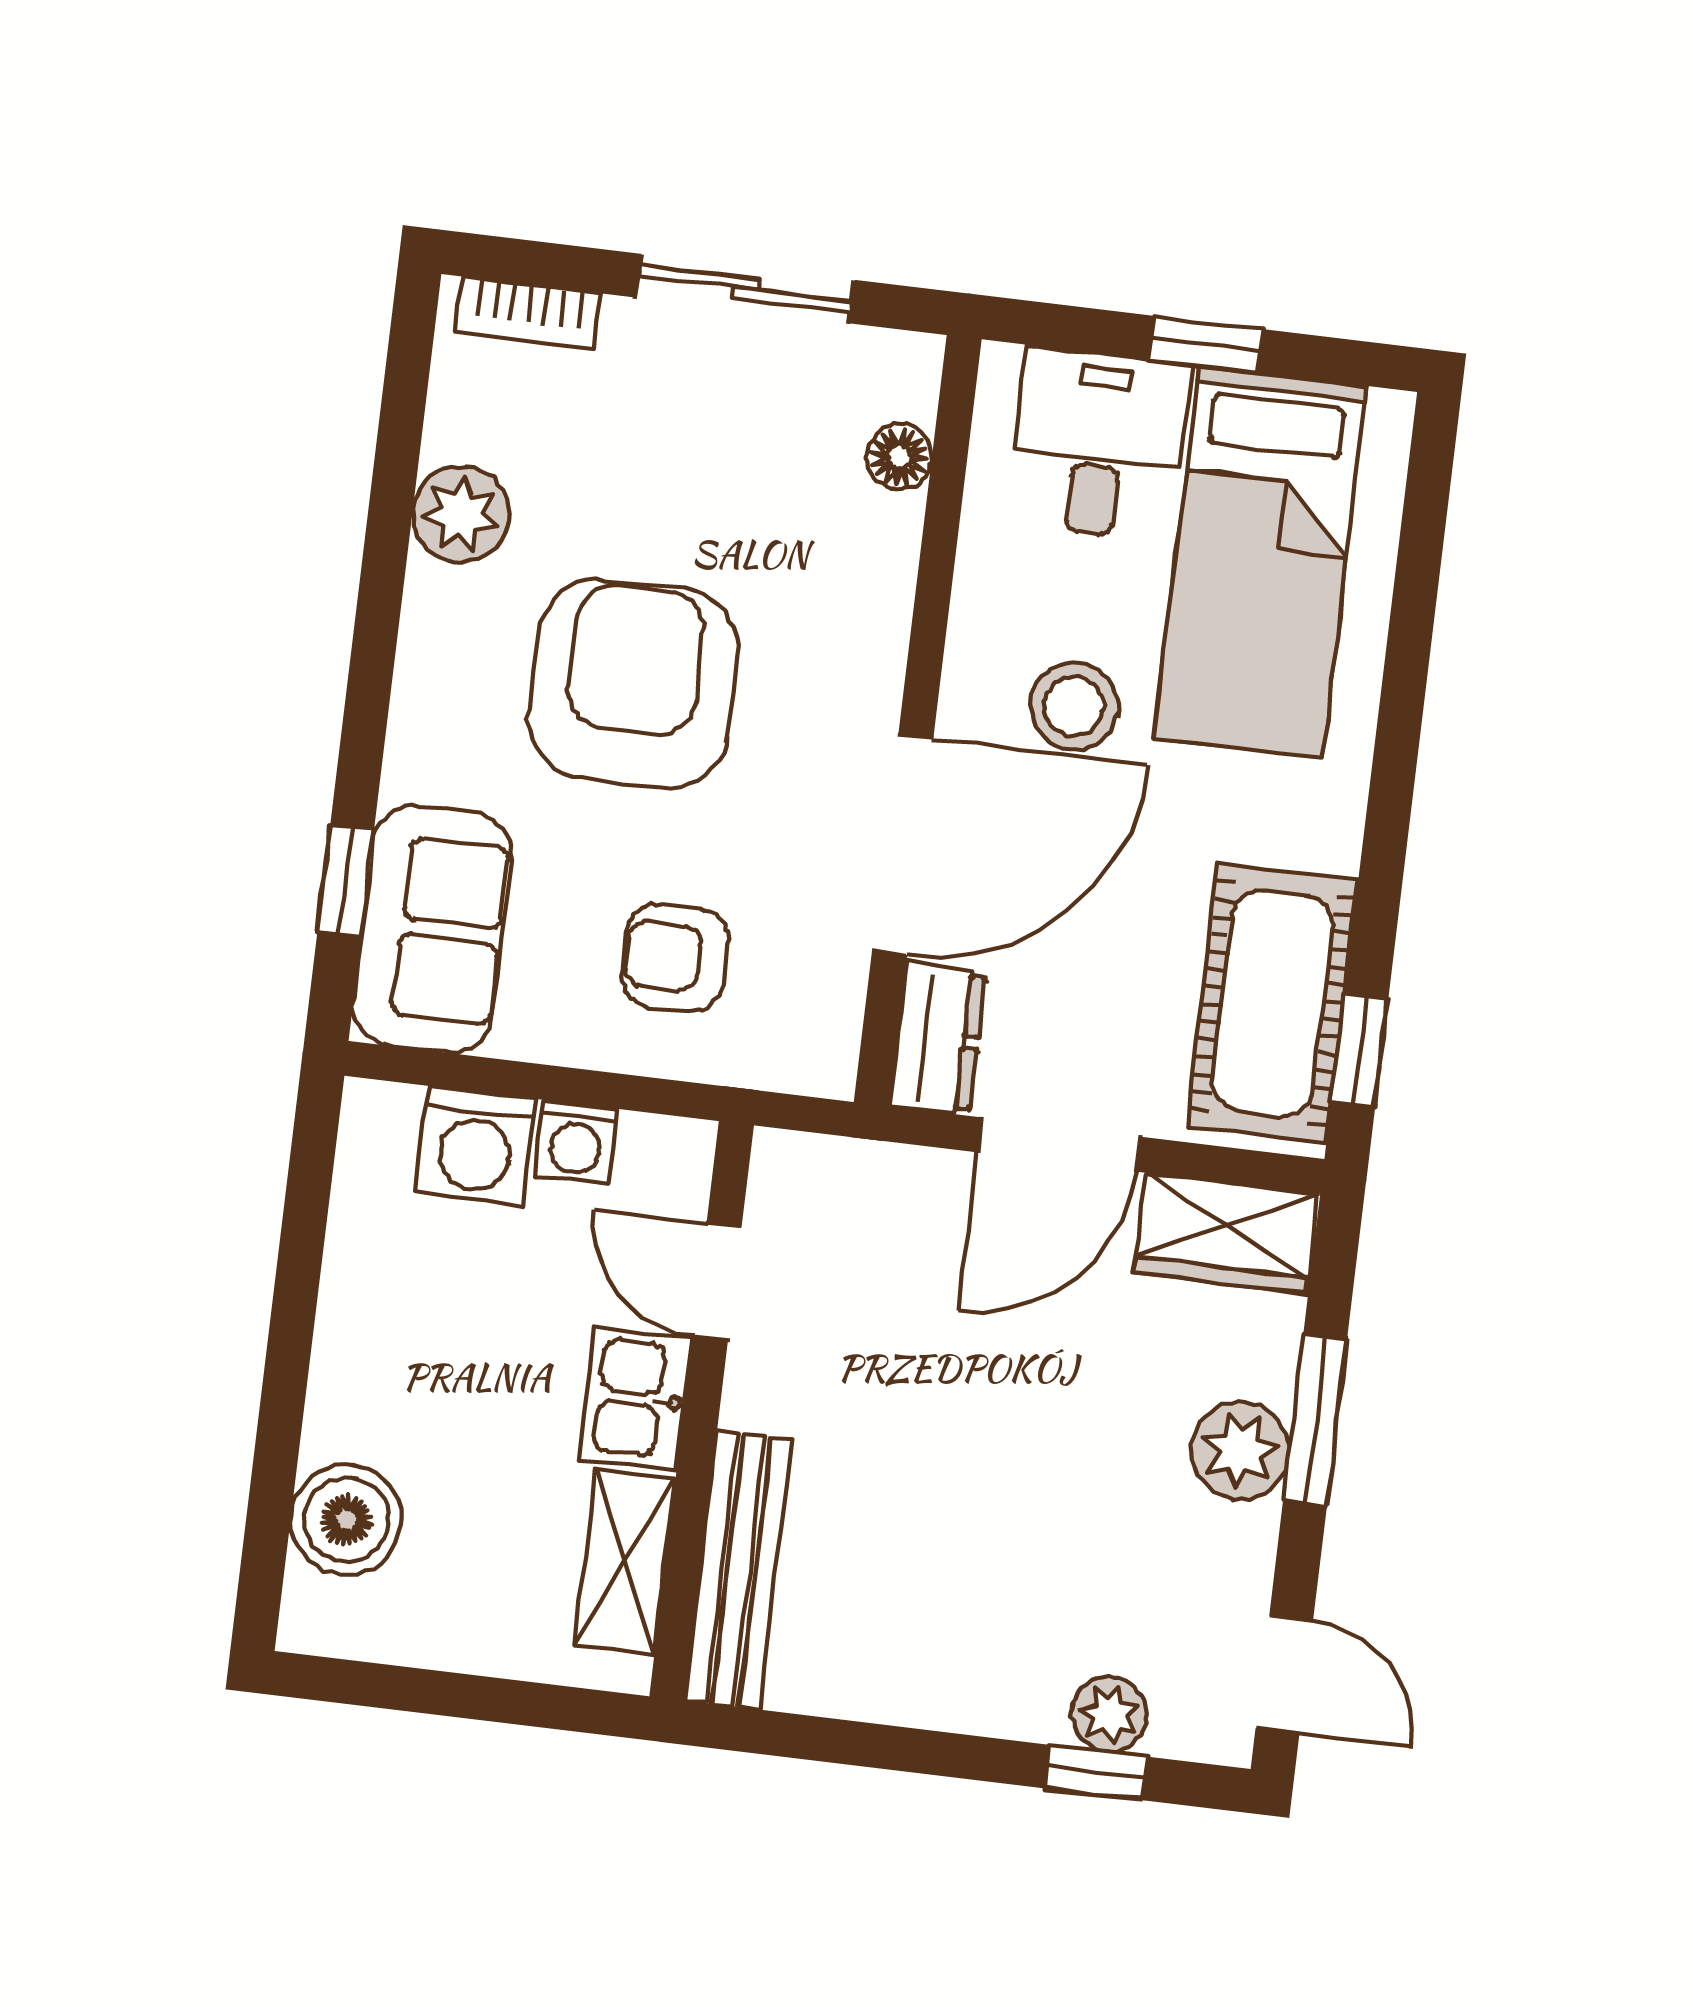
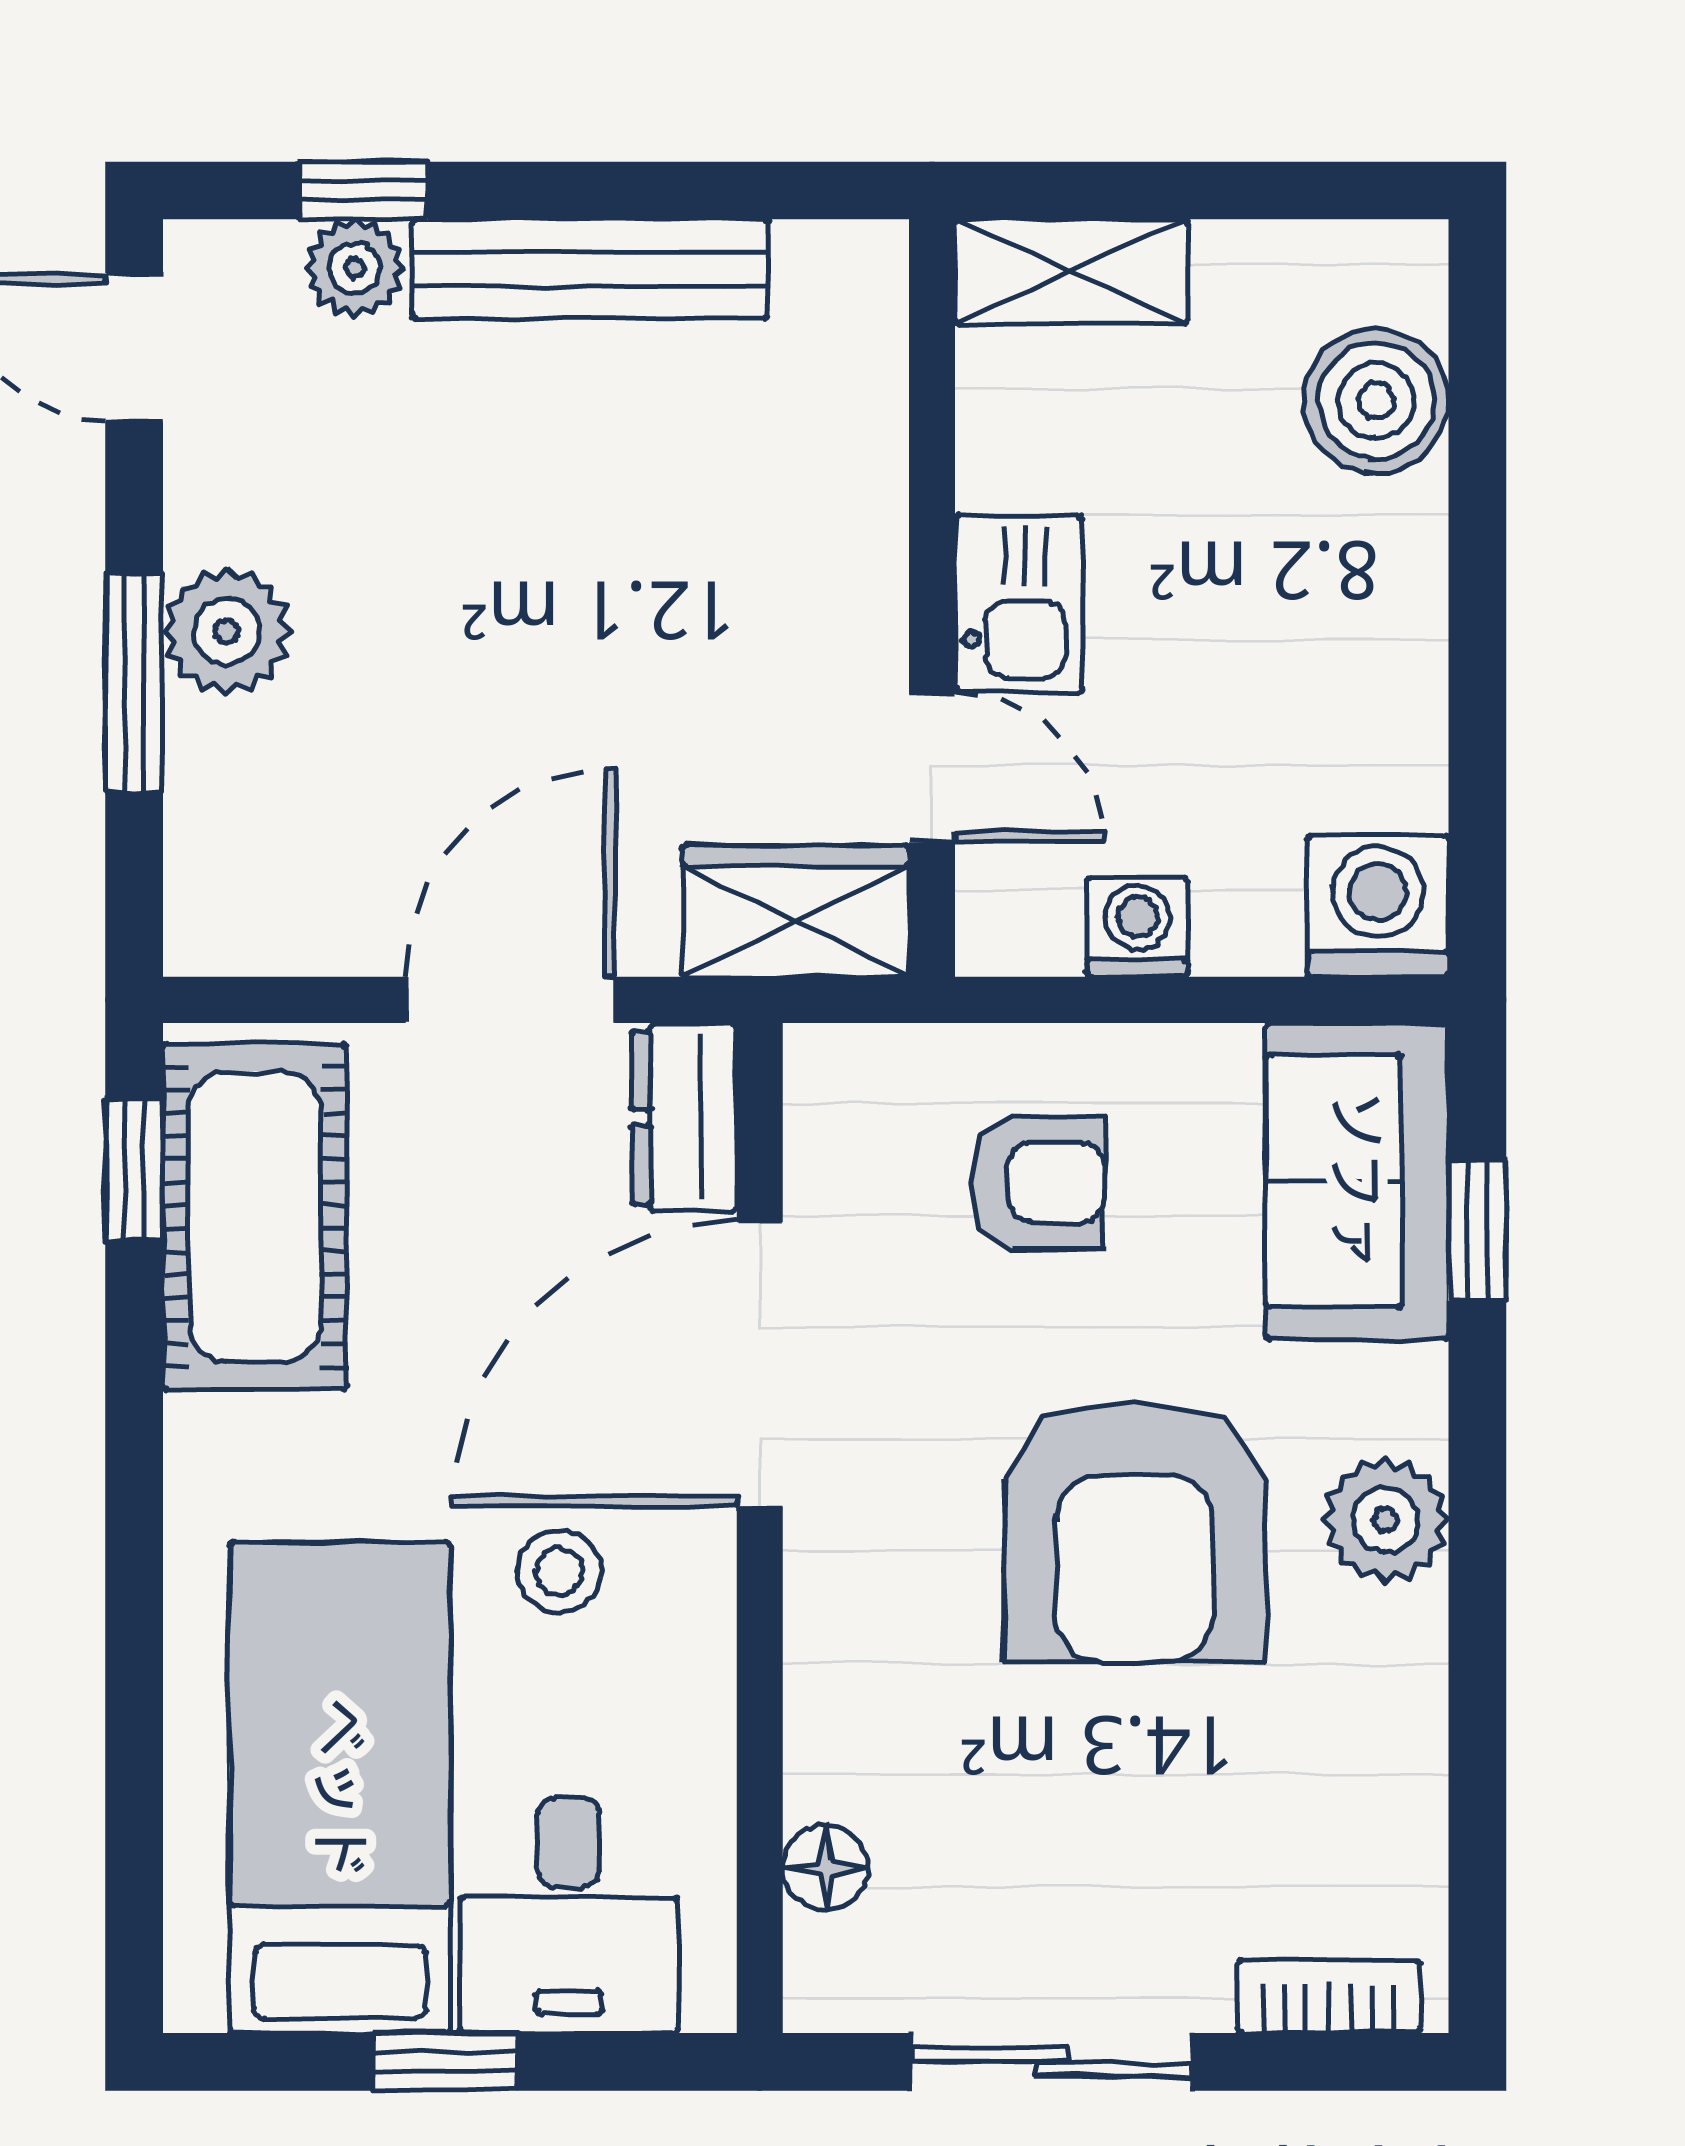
plant: (461, 514) -> (1386, 1520), moved
stool: (1074, 706) -> (559, 1571), width x0.73, depth x0.73
washing machine: (475, 1146) -> (1378, 906), moved
wardrobe: (1226, 1233) -> (796, 911), moved
shelving: (625, 1562) -> (1071, 271), moved, turned 90
bench: (738, 1570) -> (590, 269), moved, turned 90

